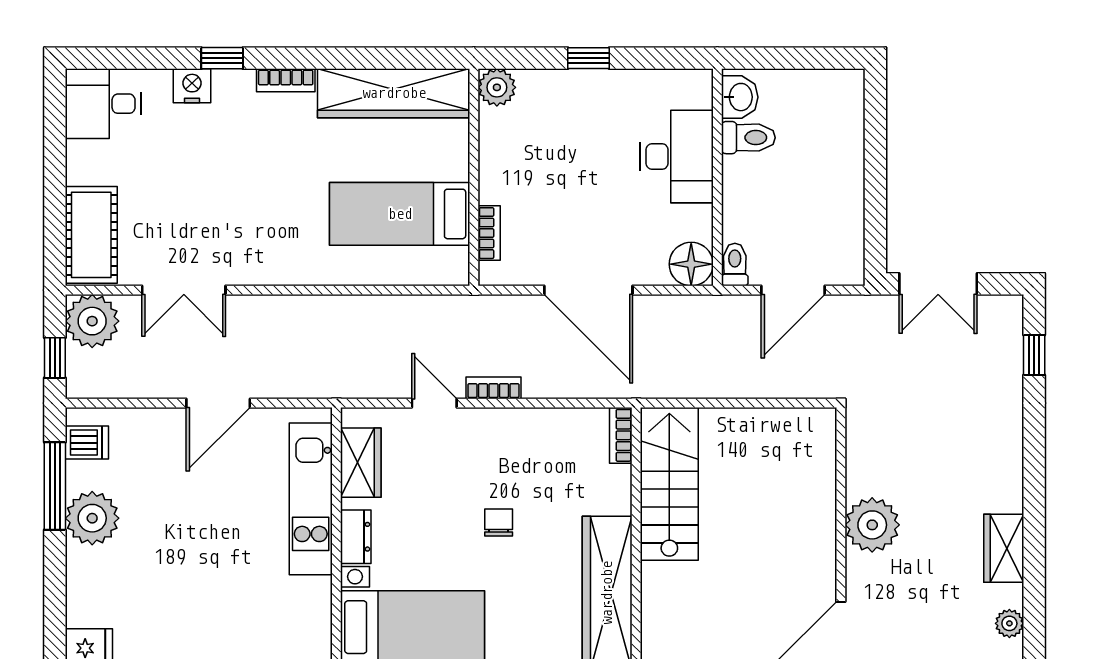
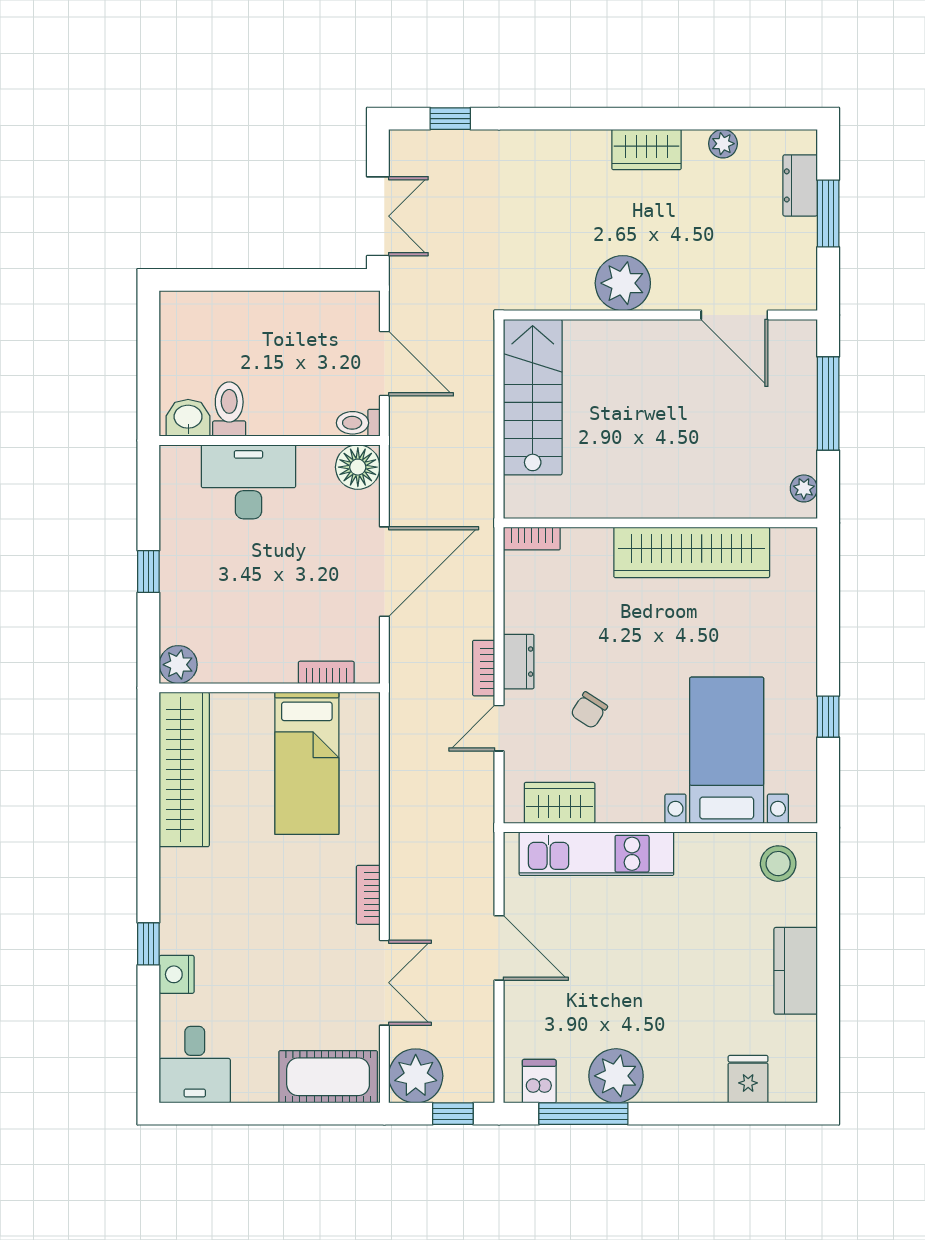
bookcase: (286, 80) -> (368, 895), moved, turned 180
stairs: (669, 484) -> (533, 397), moved, turned 90
chair: (499, 522) -> (589, 710), moved, turned -57
dresser: (356, 537) -> (519, 662), moved, turned 90

